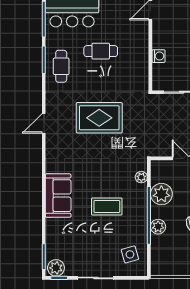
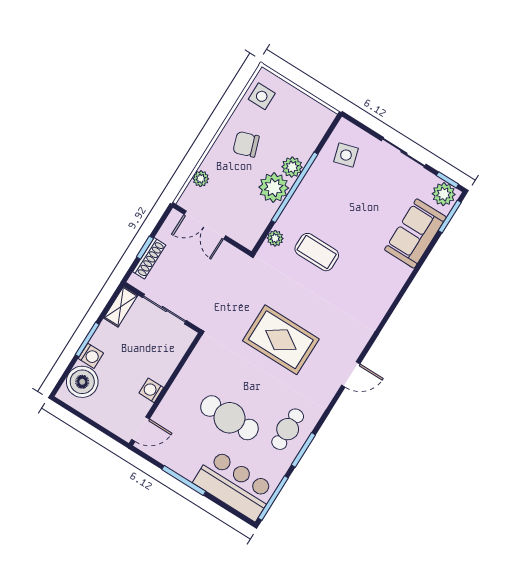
cafe table: (101, 51) -> (229, 418), width x1.37, depth x1.35
washing machine: (158, 56) -> (151, 390), moved
plant: (161, 194) -> (274, 188), moved
sofa: (58, 196) -> (415, 233), moved
coffee table: (107, 206) -> (317, 252), moved

